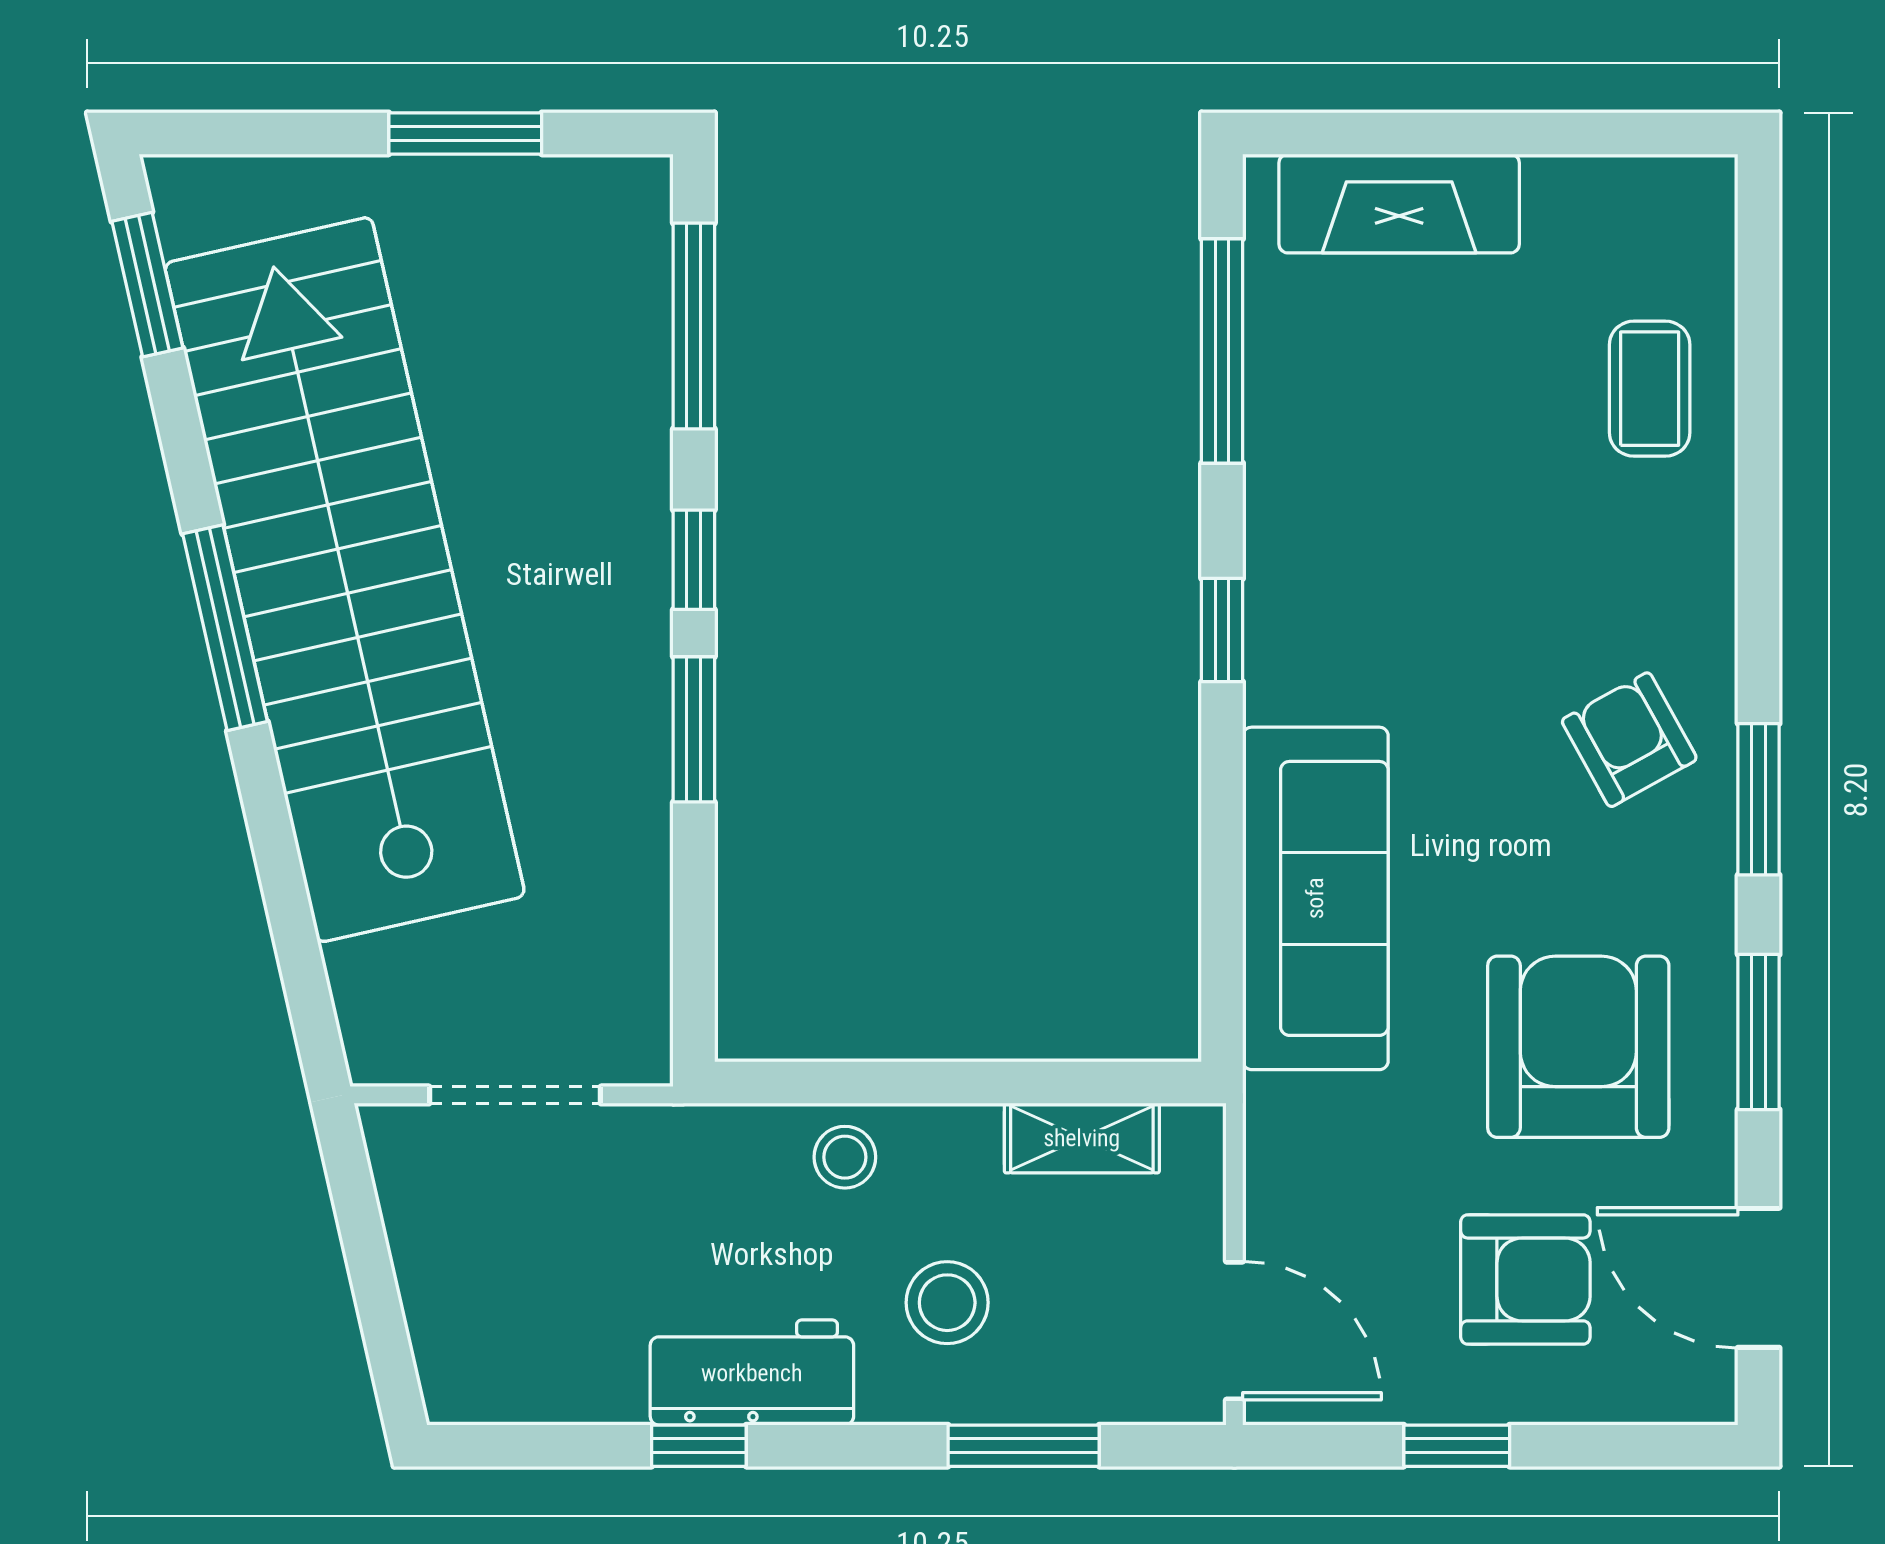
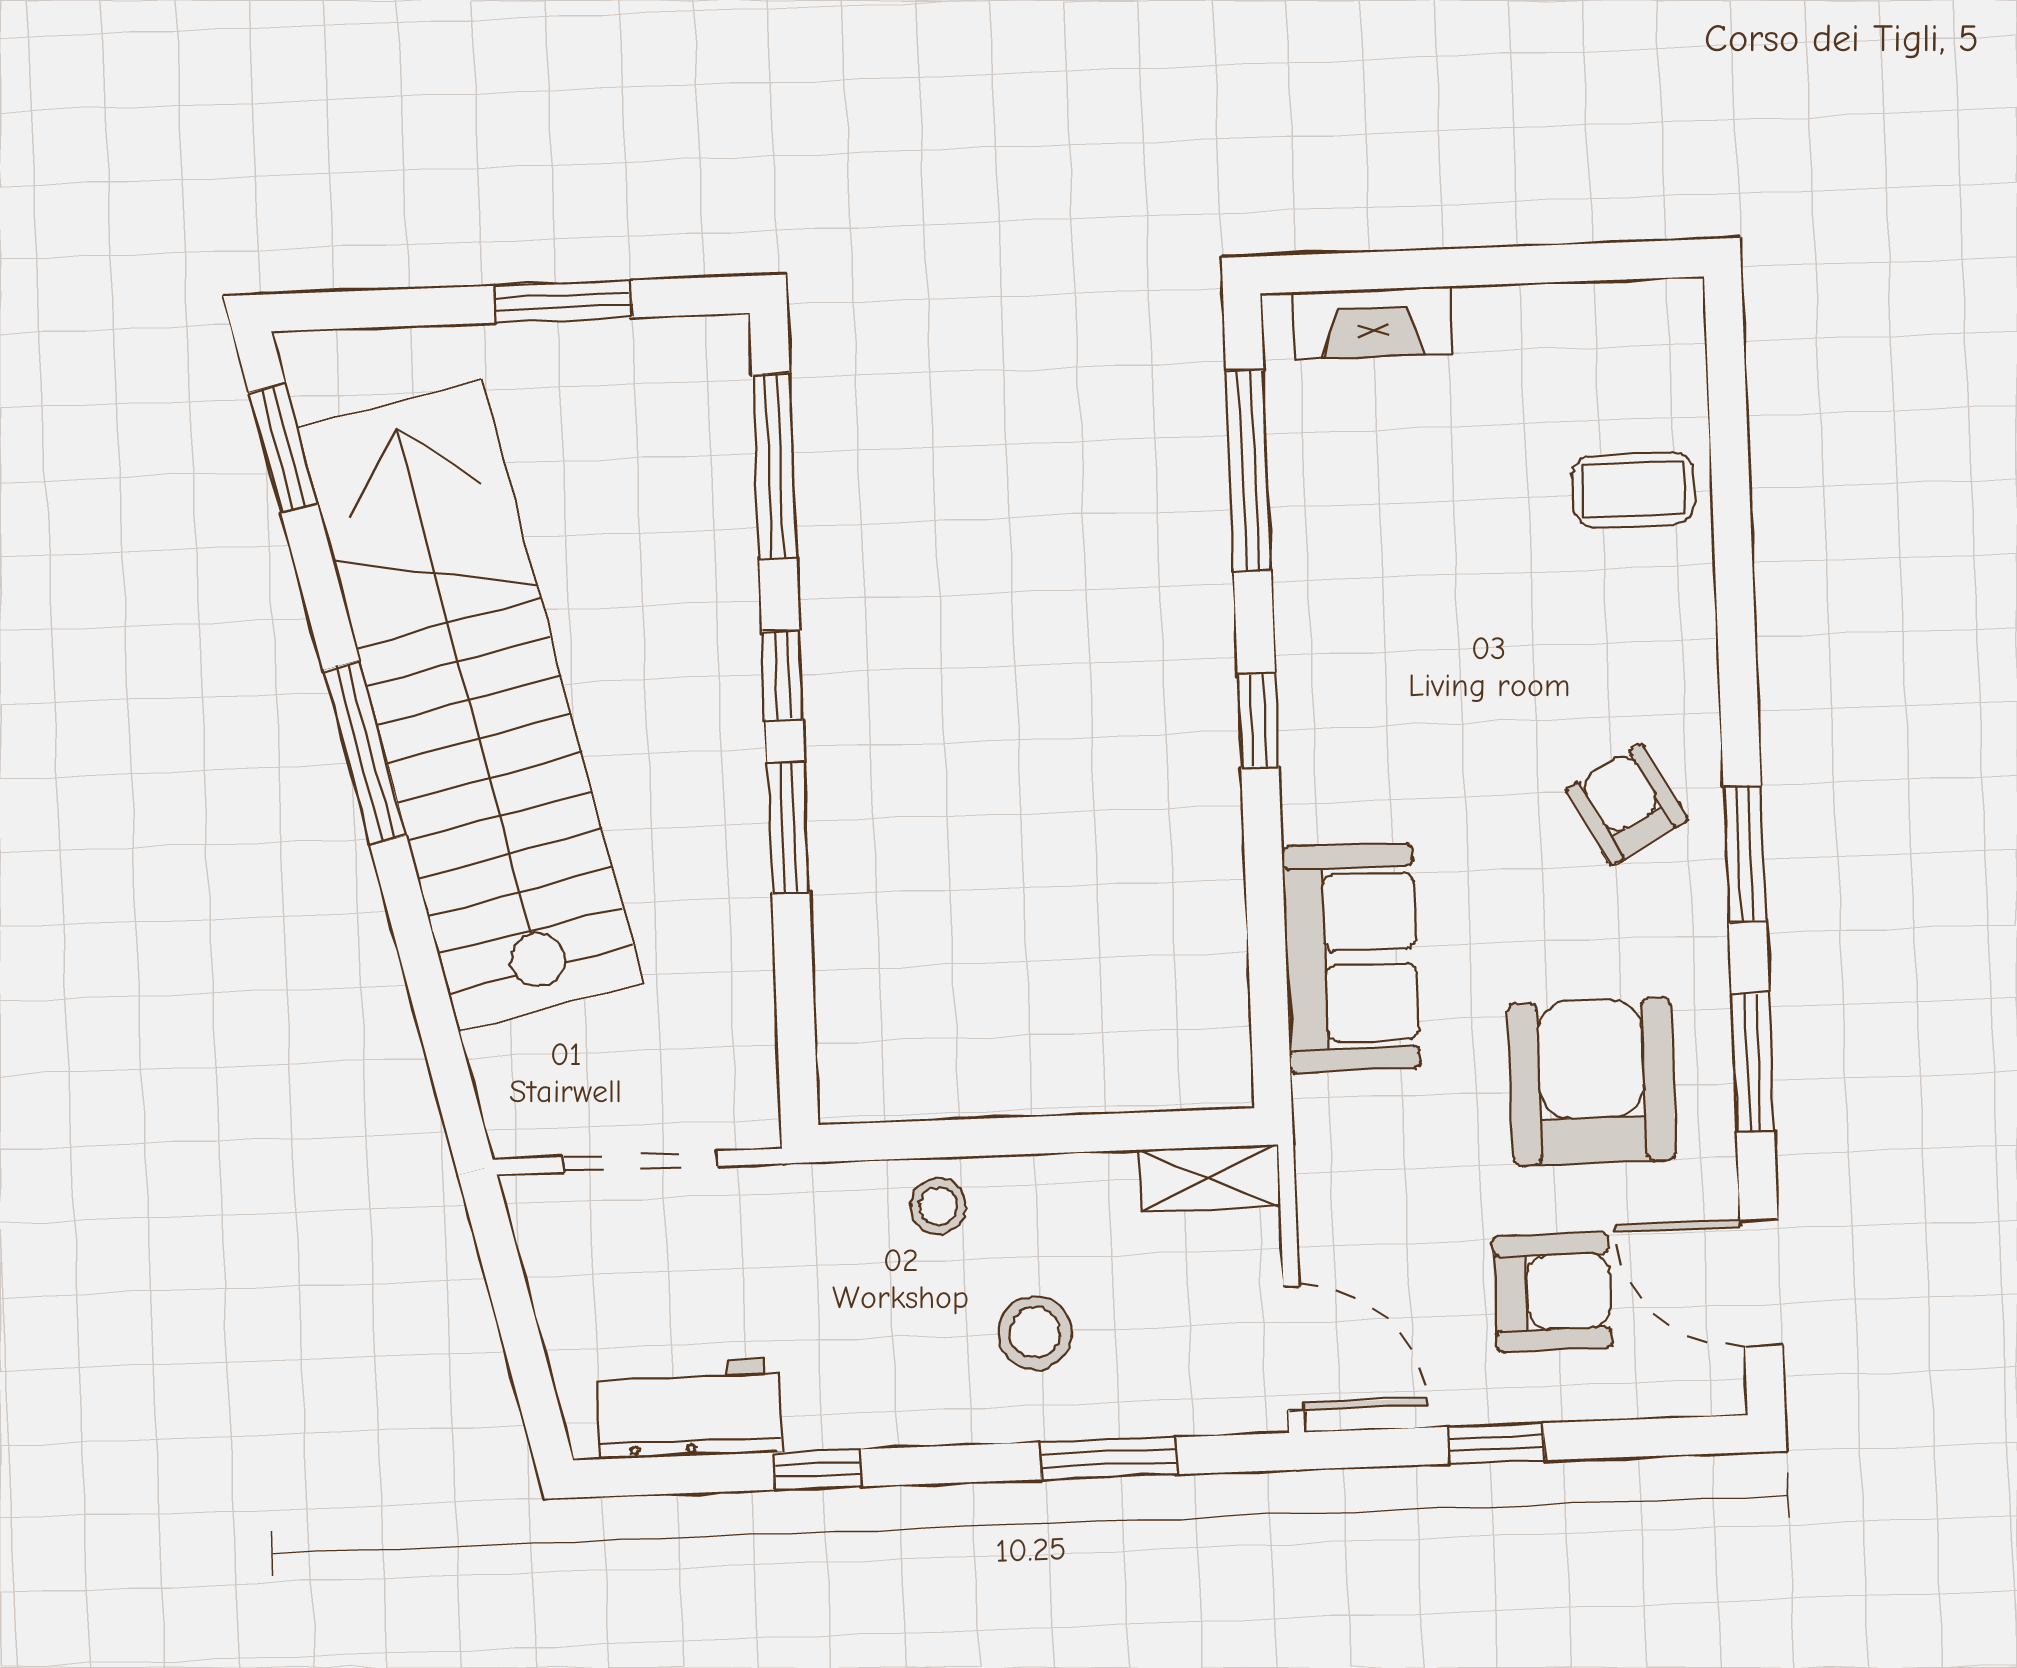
fireplace: (1399, 204) -> (1373, 323), width x0.73, depth x0.76
coffee table: (1650, 389) -> (1633, 490), turned 90
sofa: (1315, 898) -> (1351, 958), width x0.73
shelving: (1082, 1138) -> (1210, 1178), moved
workbench: (752, 1373) -> (689, 1409), moved

